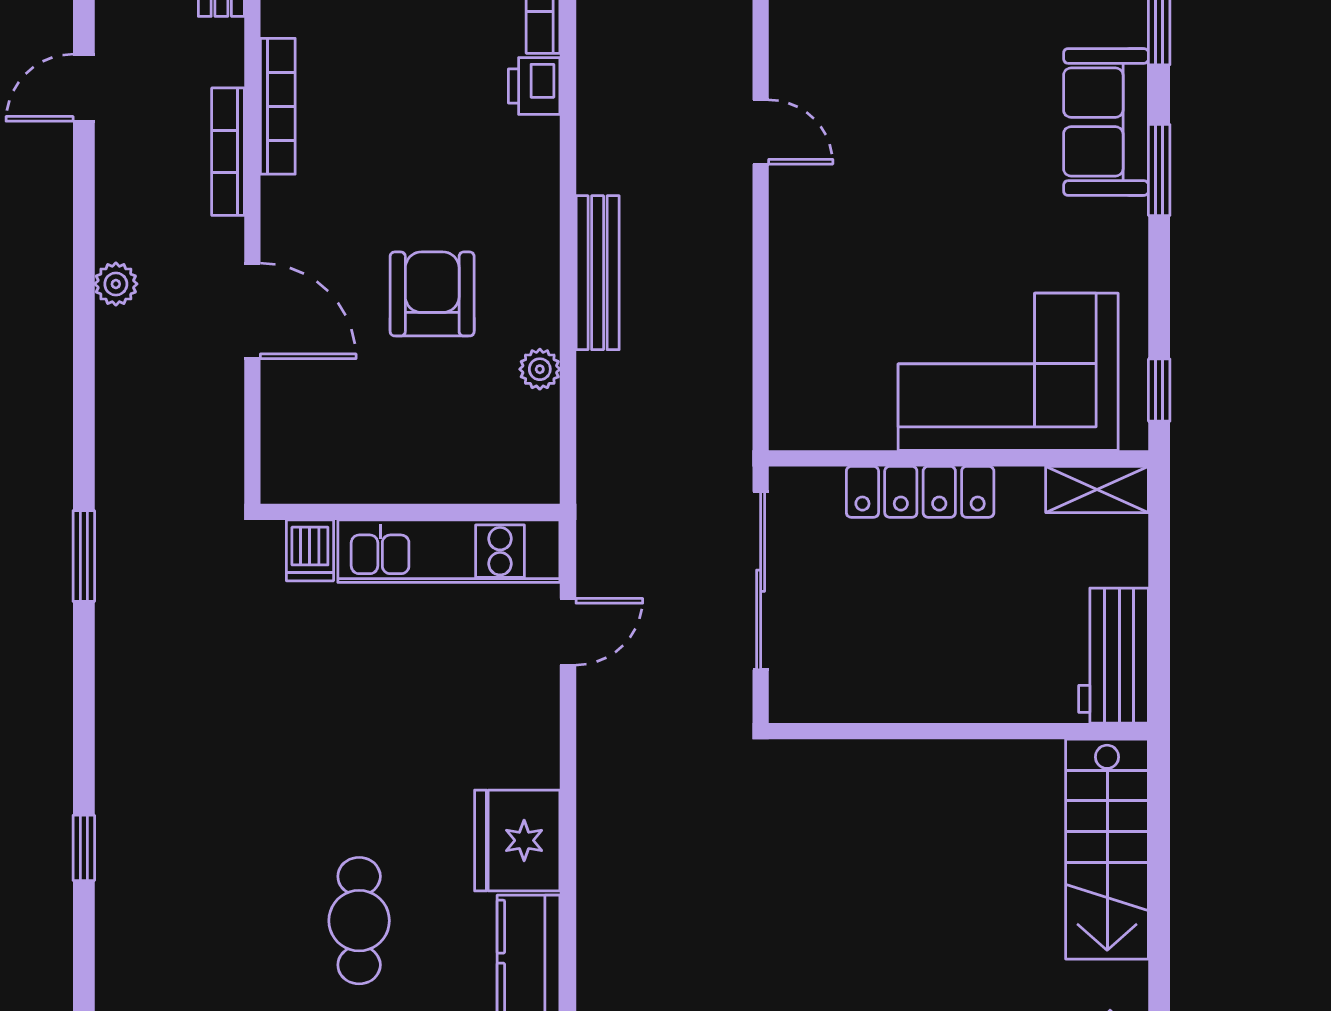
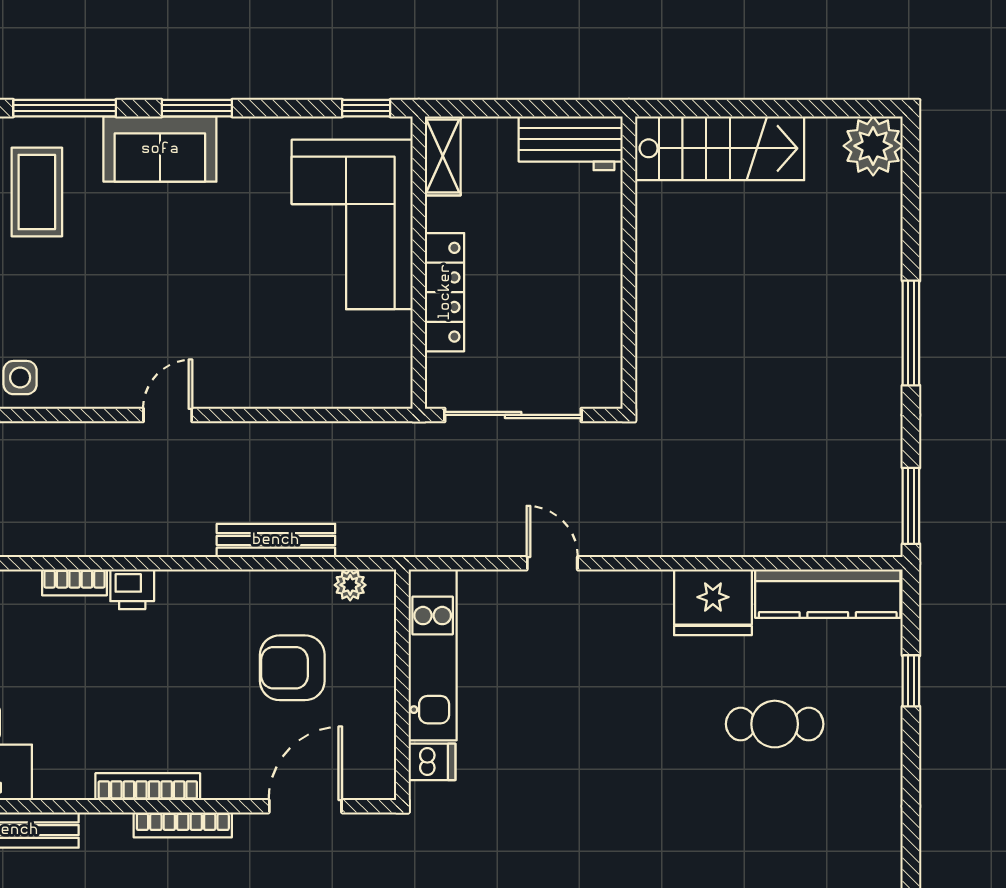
wall: (410, 512) -> (402, 685), moved
dishwasher: (310, 550) -> (432, 762), moved
kitchen unit: (449, 551) -> (433, 655), moved

